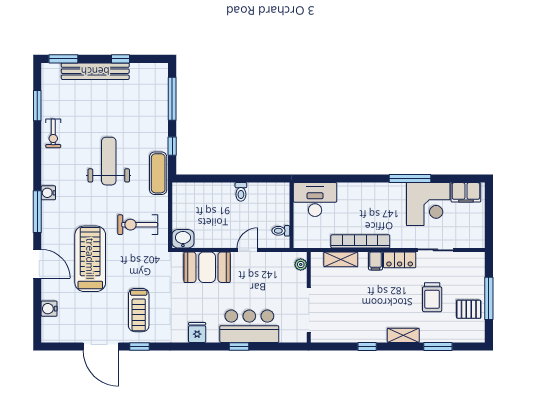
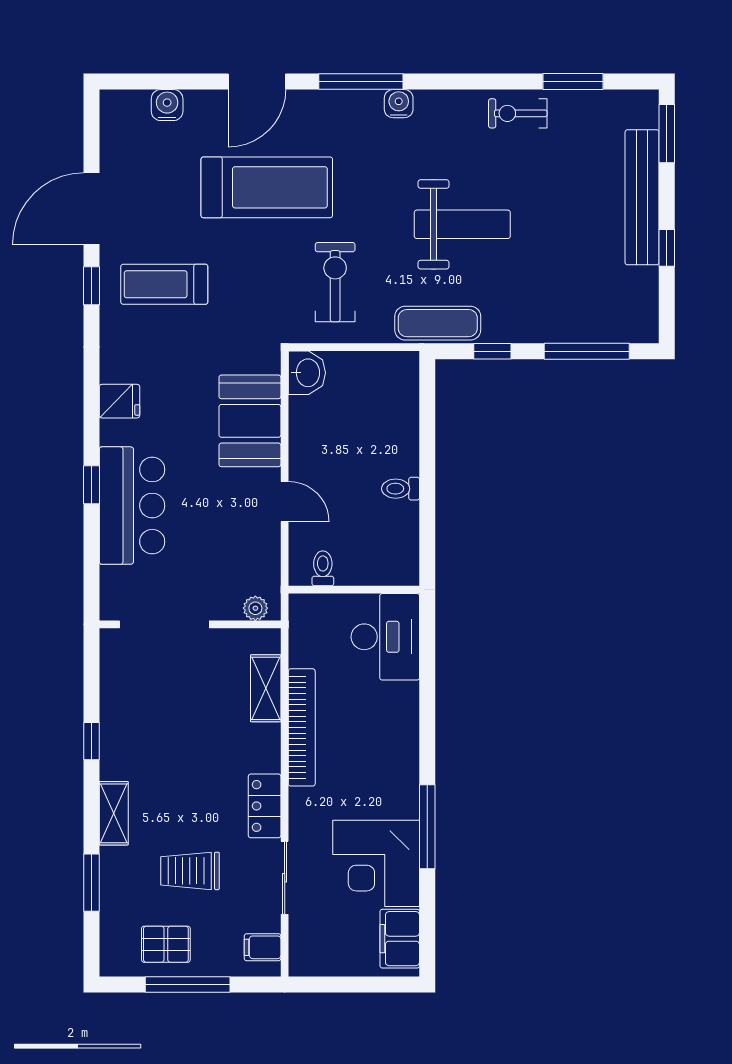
filing cabinet: (376, 261) -> (263, 947), moved
pallet: (469, 309) -> (166, 944), turned 90

